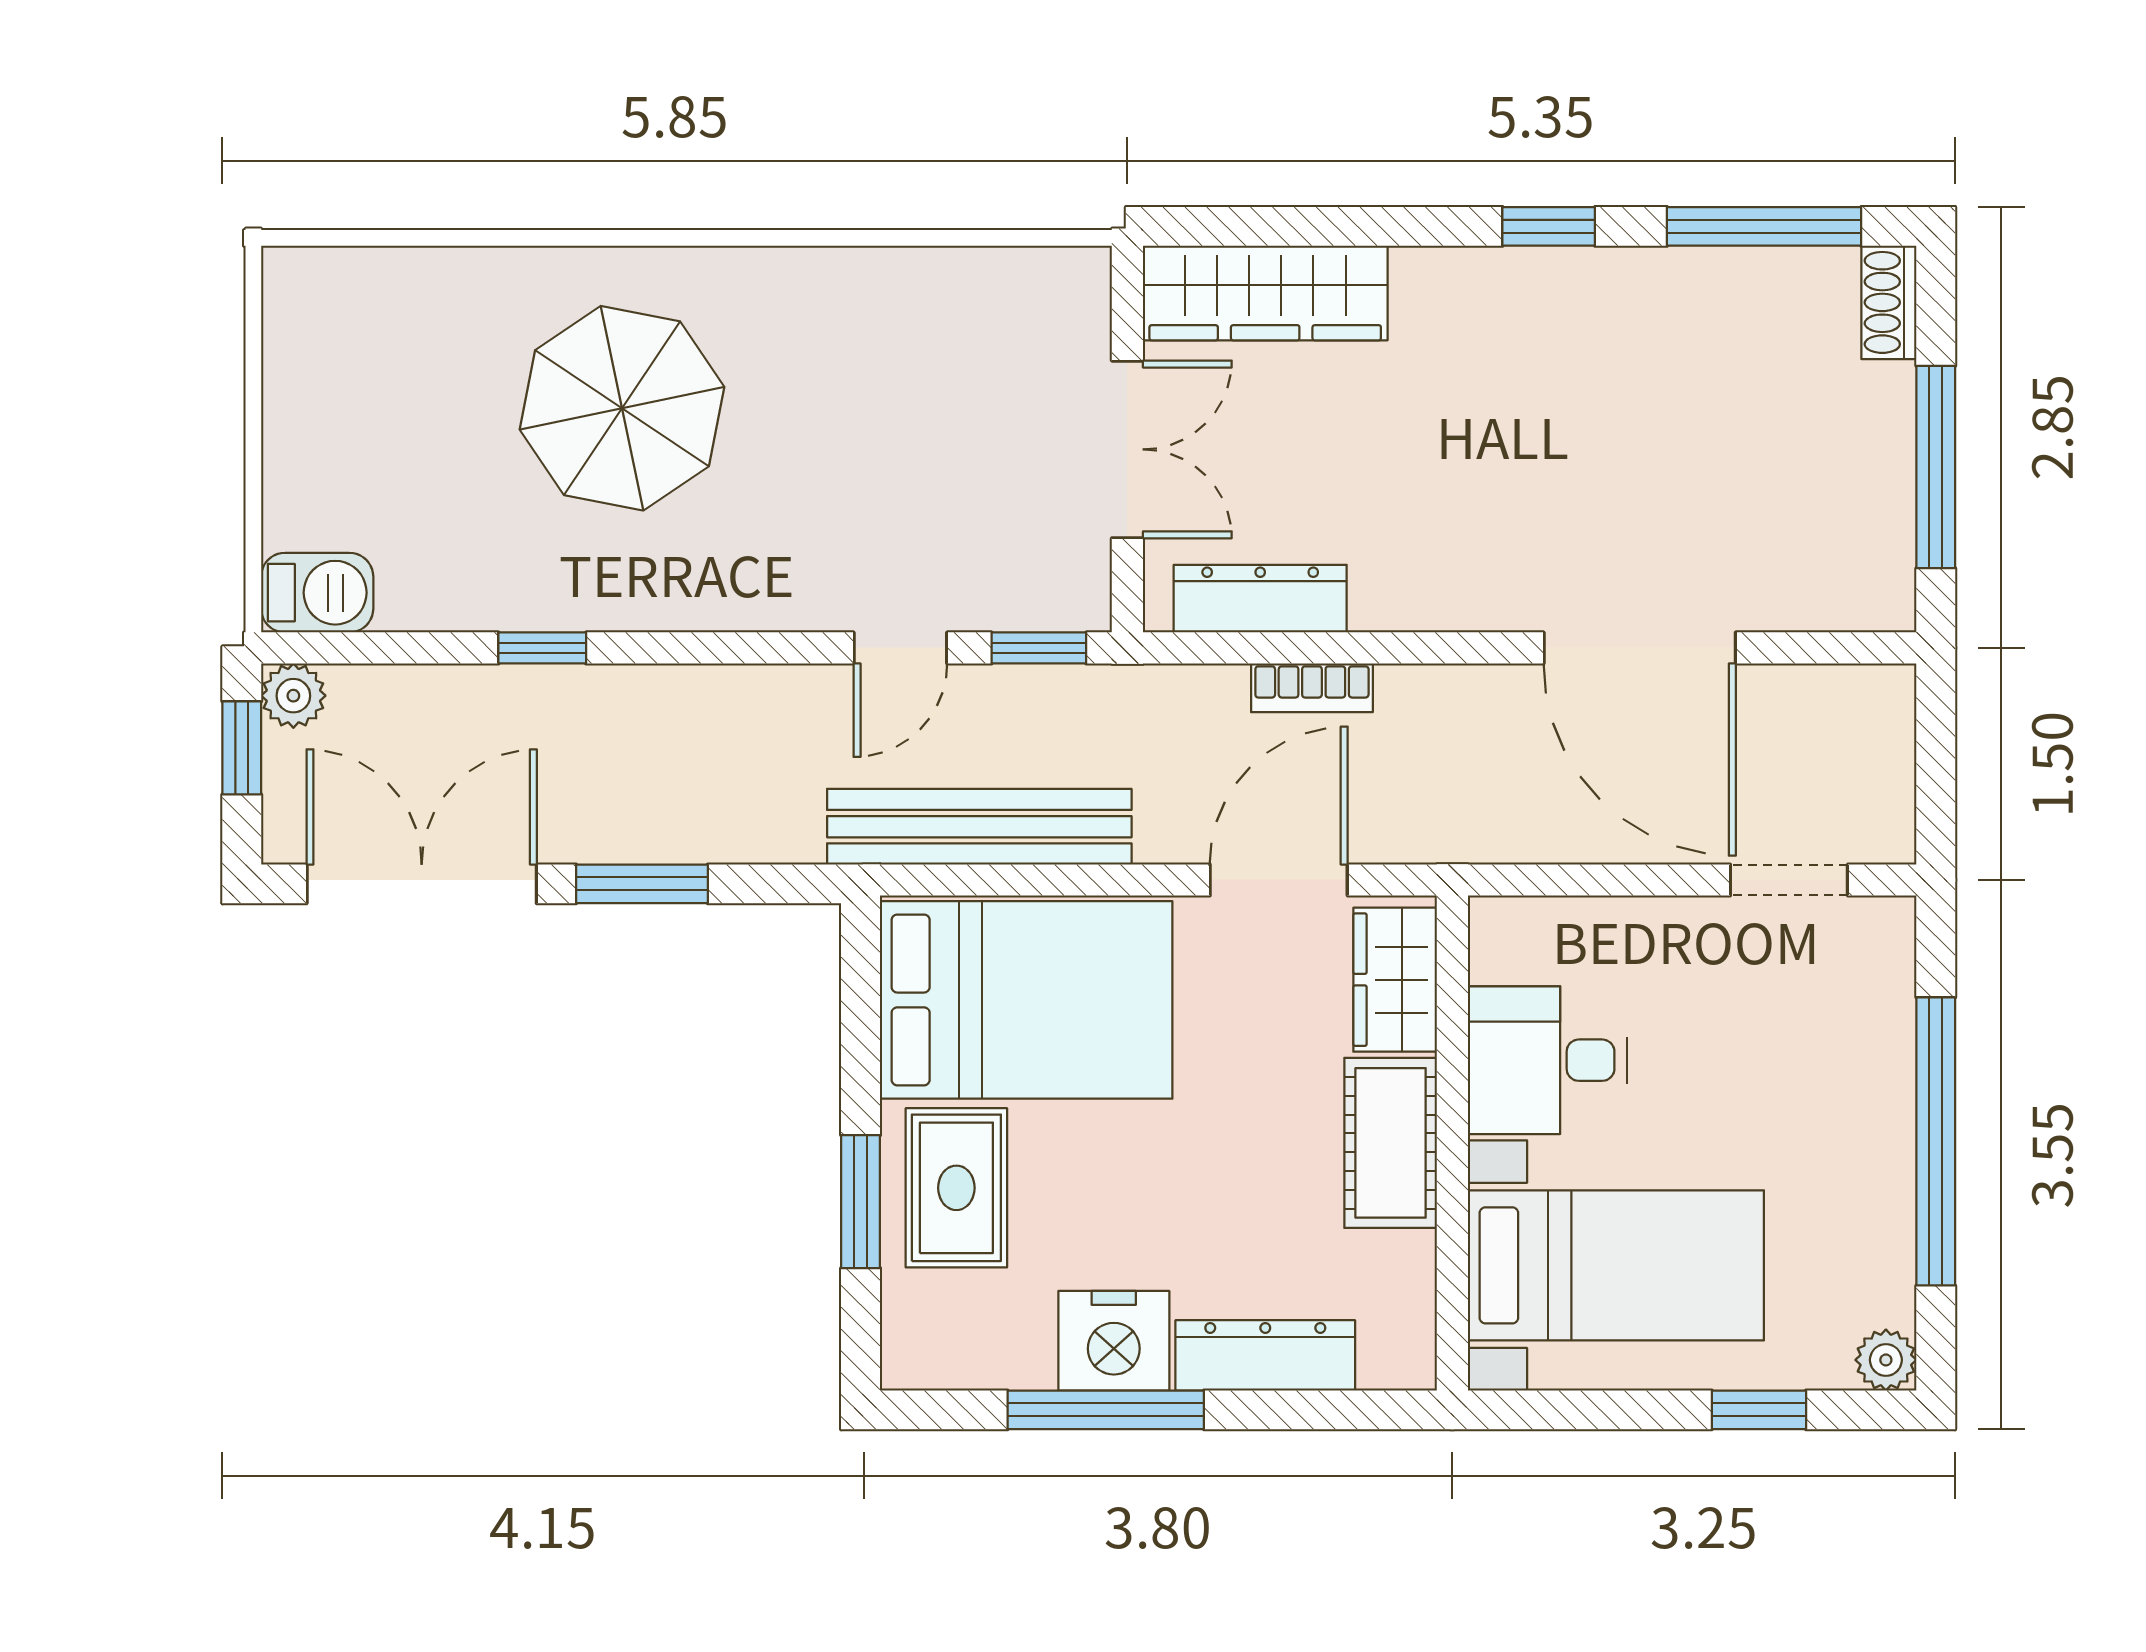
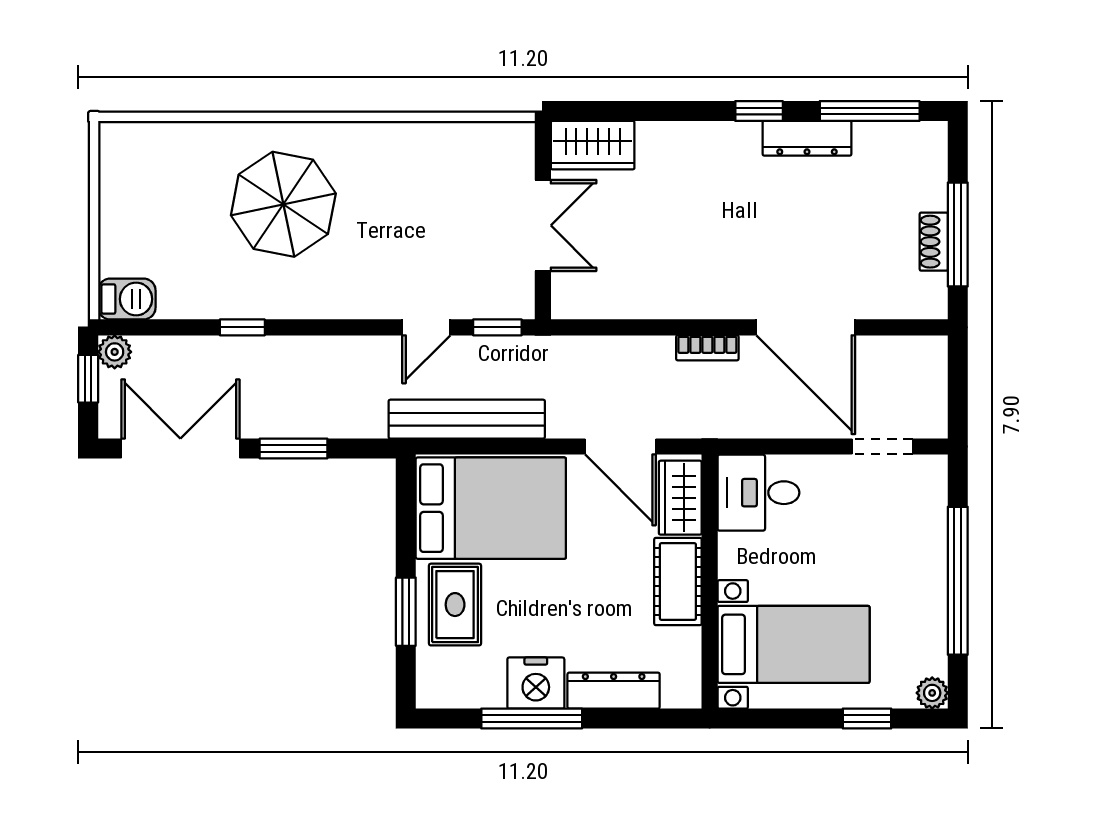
wardrobe: (1265, 293) -> (593, 145), width x0.67
shoe rack: (1889, 302) -> (934, 242), moved
dresser: (1260, 599) -> (807, 138), moved, turned 180
bookcase: (1312, 688) -> (707, 348), moved
door: (1279, 880) -> (620, 447), swing flipped
desk: (1547, 1060) -> (758, 493), moved

